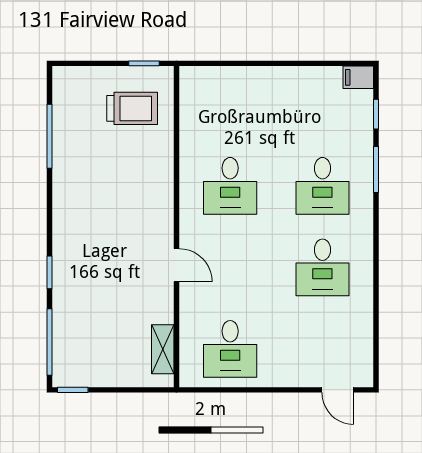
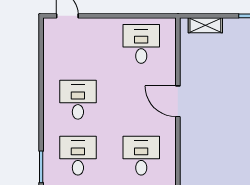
door: (177, 265) -> (178, 101), width x1.38
shelving: (163, 349) -> (205, 25), moved, turned 90

